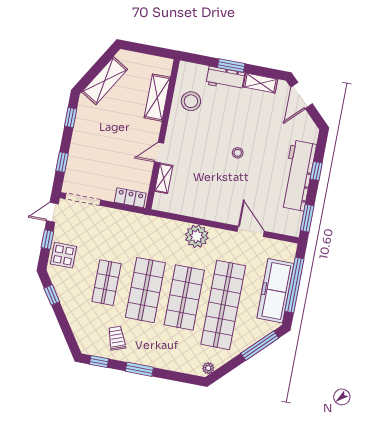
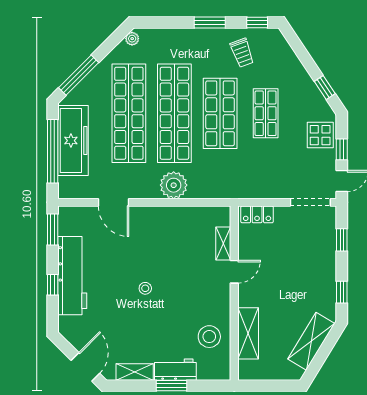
shop shelf: (184, 298) -> (174, 113), width x1.40

